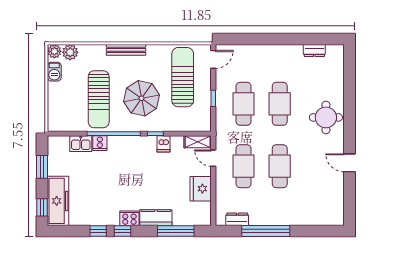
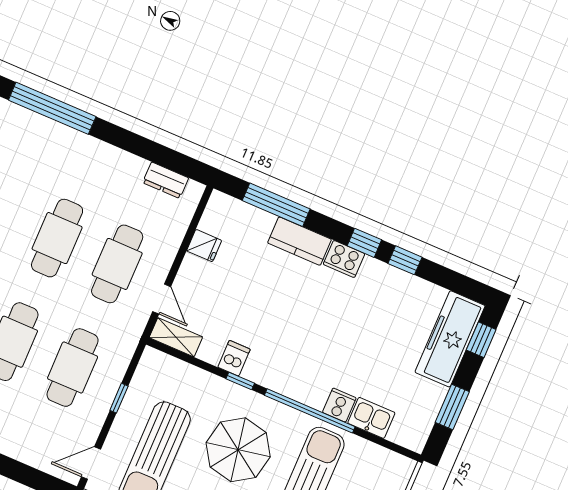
fridge: (201, 189) -> (204, 246), width x0.53, depth x0.75
window: (266, 231) -> (52, 108), moved

